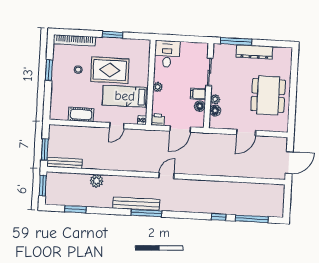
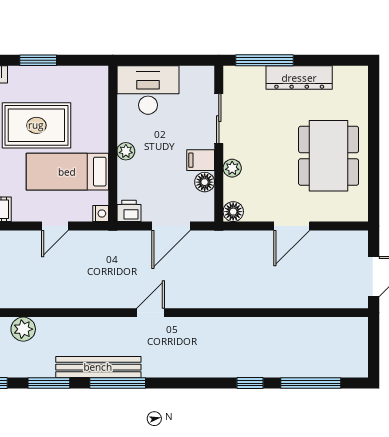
desk: (167, 54) -> (148, 90), width x1.37
floor lamp: (215, 111) -> (233, 212), moved
window: (109, 211) -> (49, 383), added

